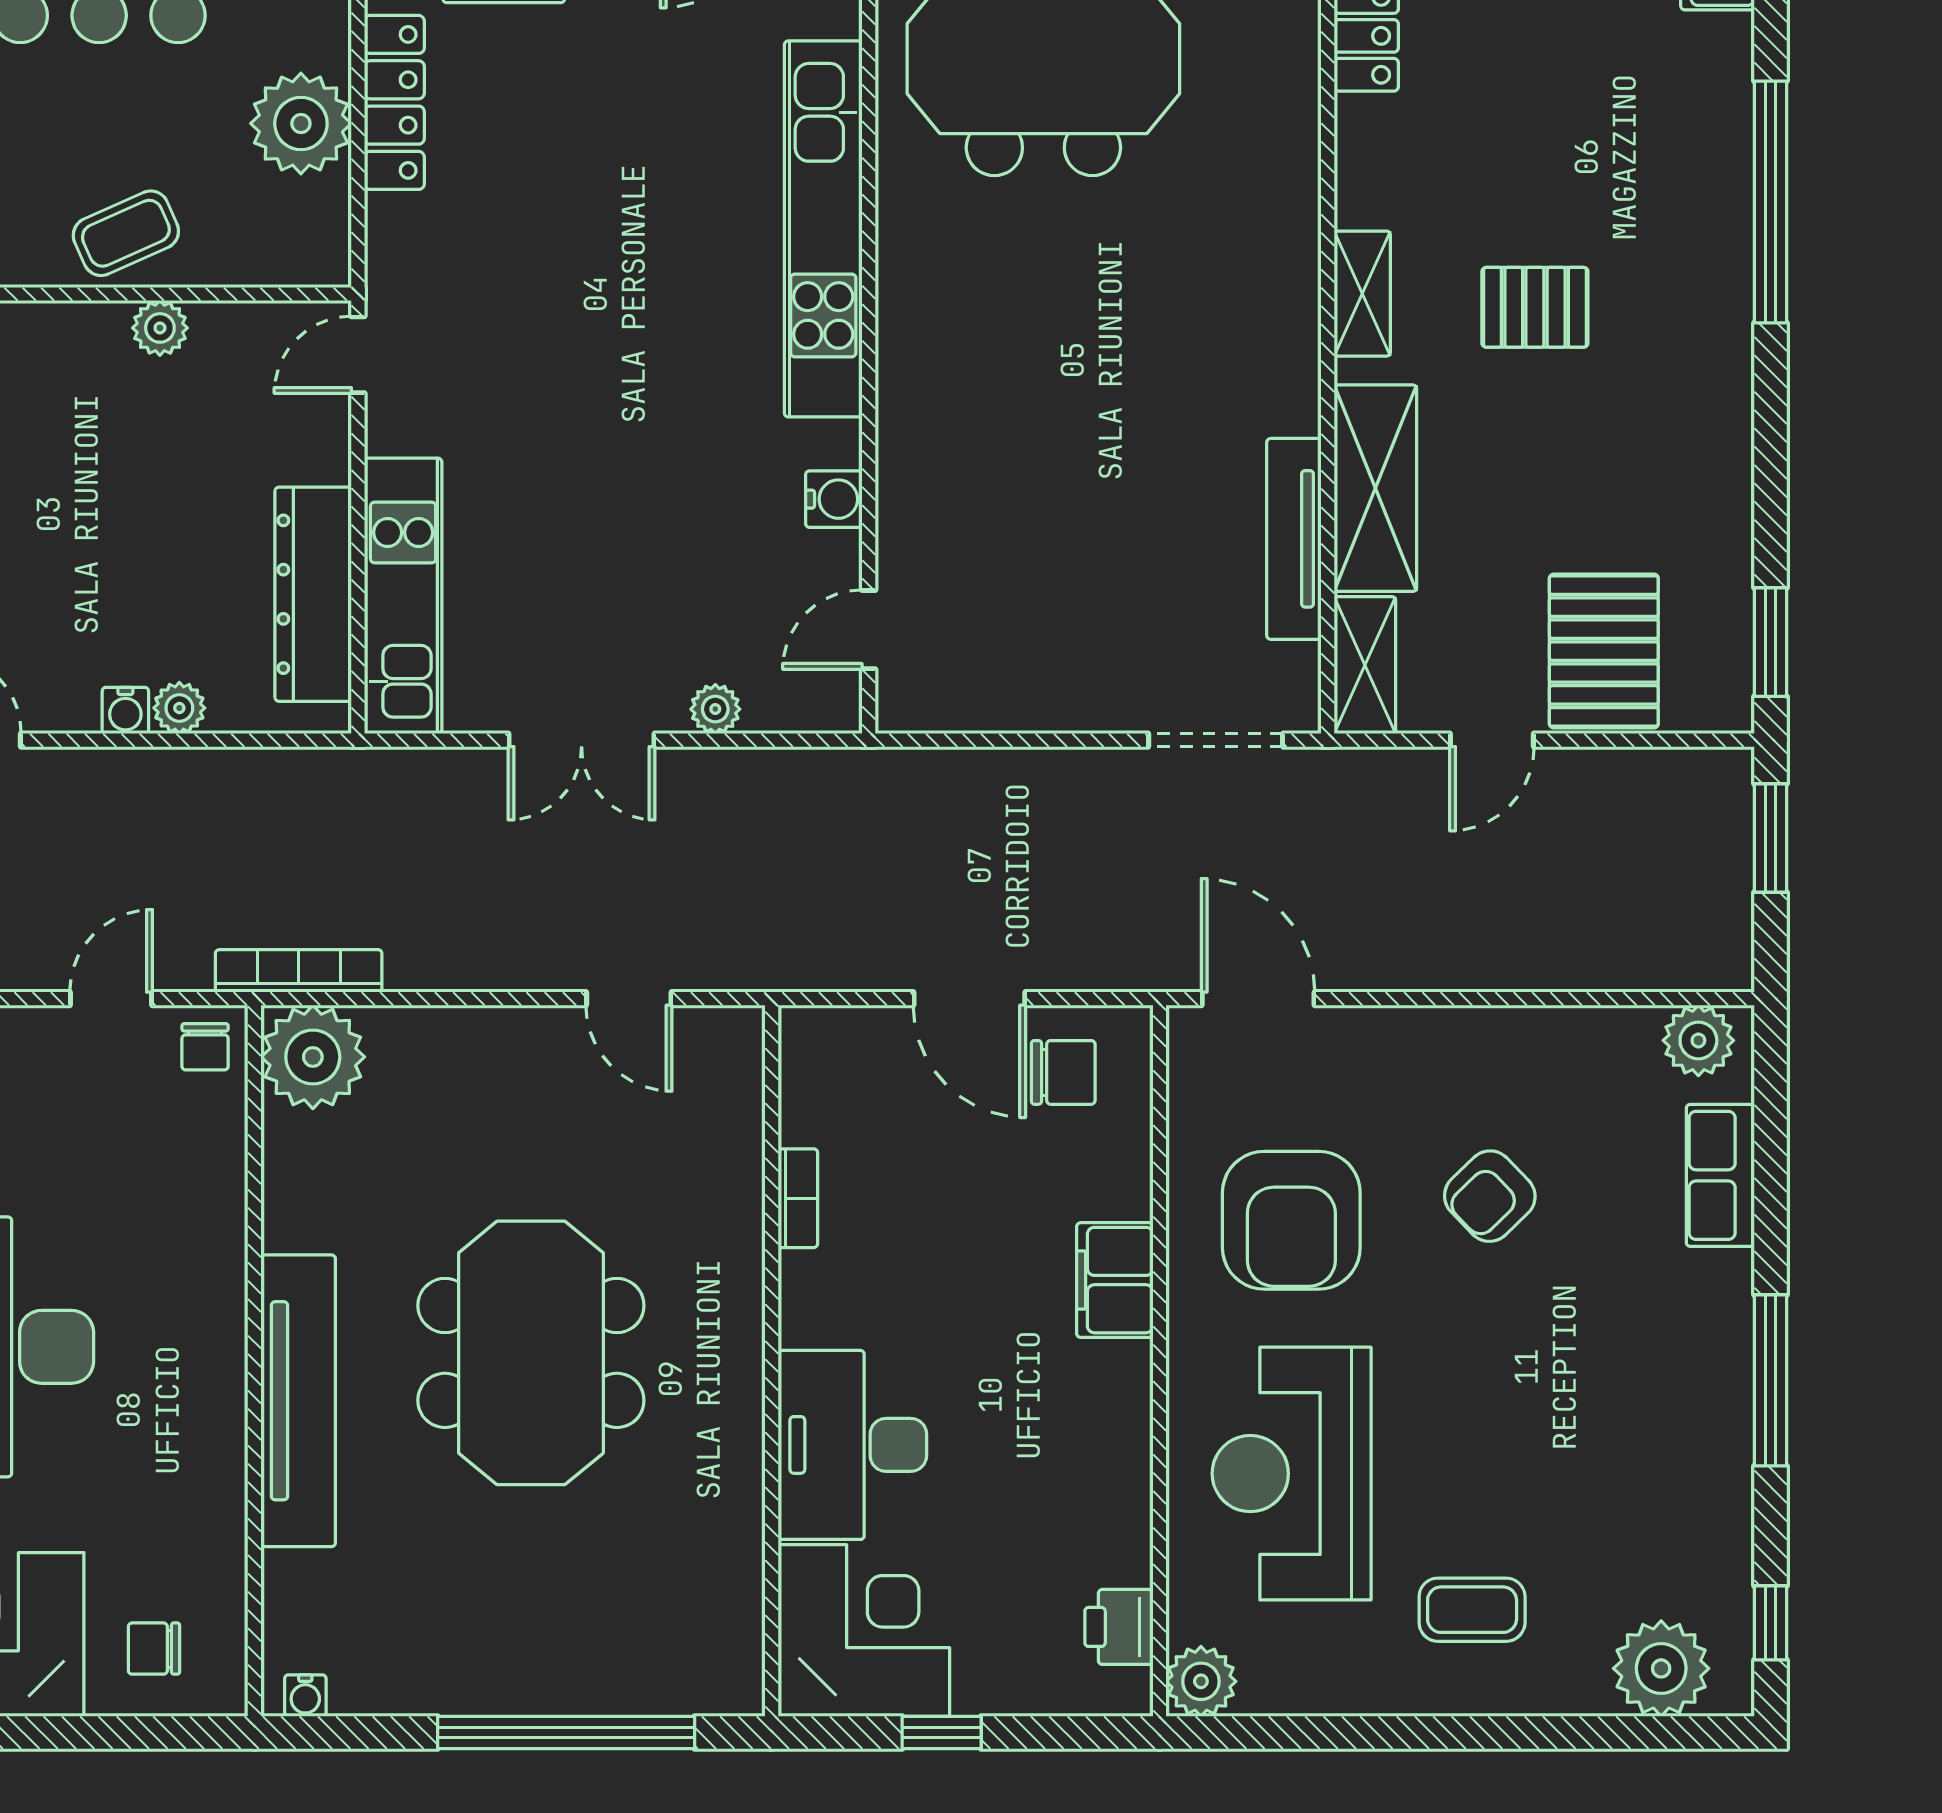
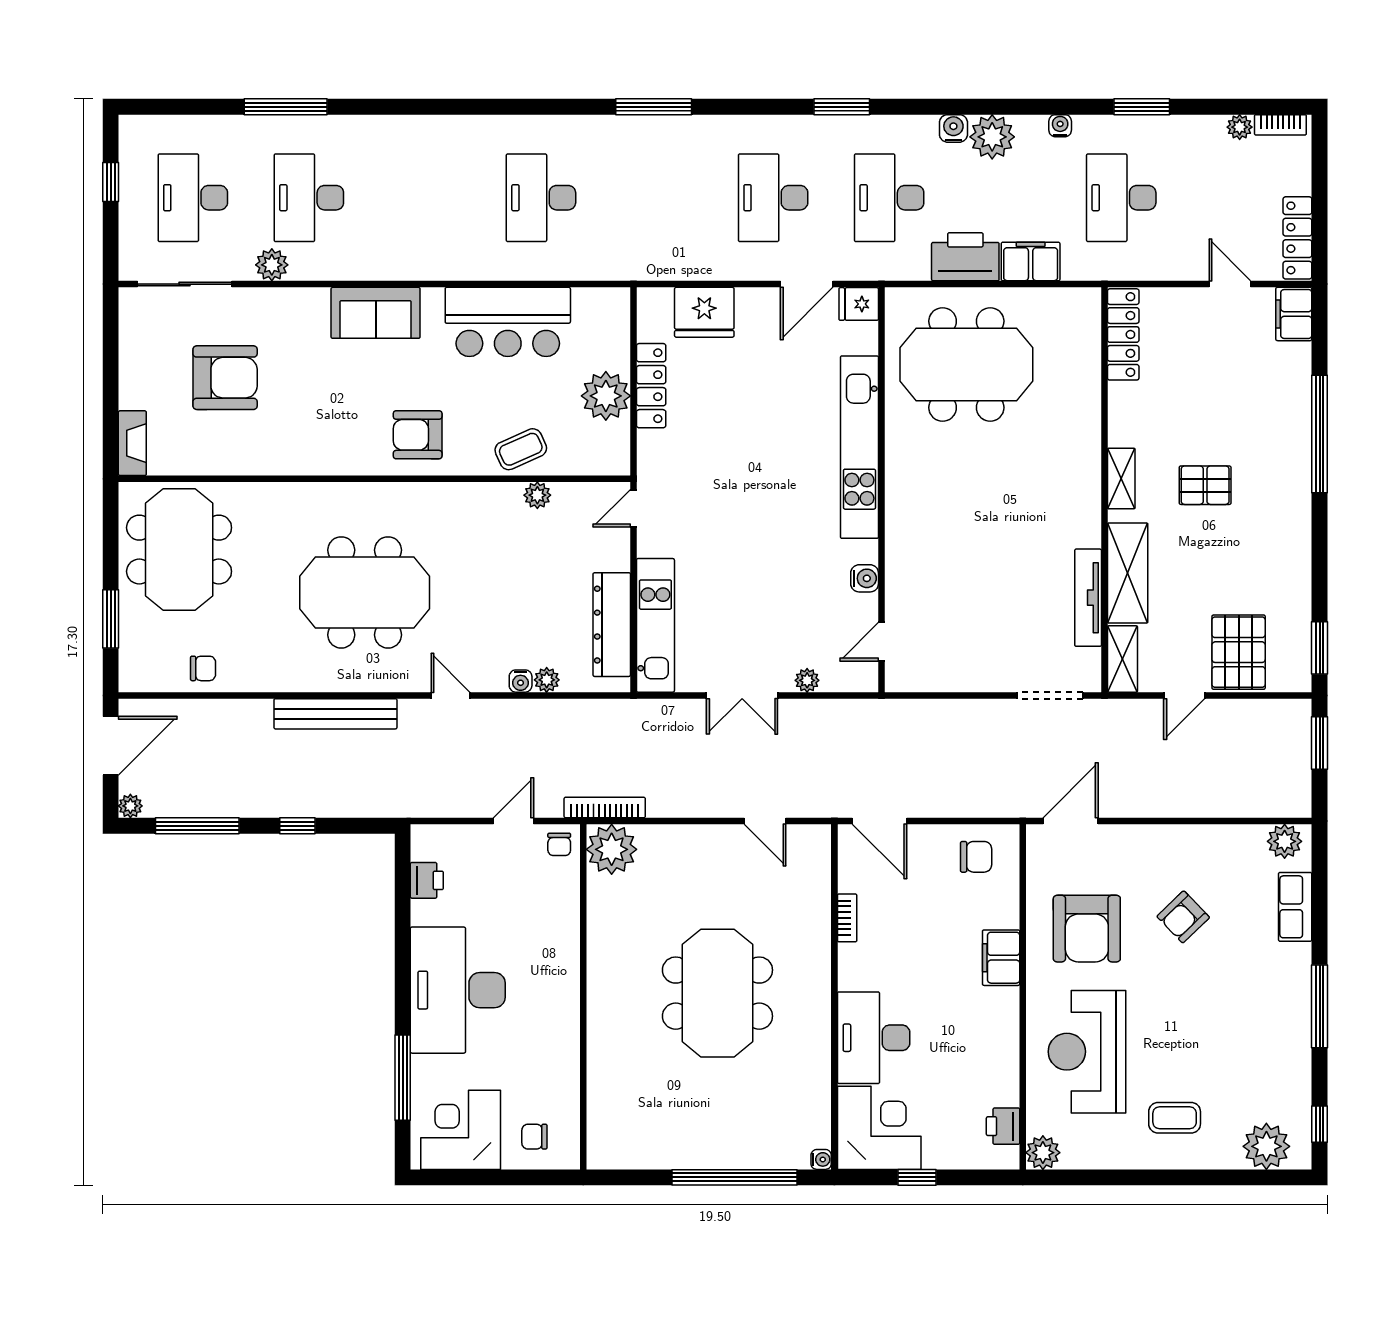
door: (969, 999) -> (879, 821), moved
door: (1258, 999) -> (1071, 821), hinge flipped
tv unit: (298, 1401) -> (604, 1016), removed
water cooler: (305, 1696) -> (821, 1159), moved, turned -90

